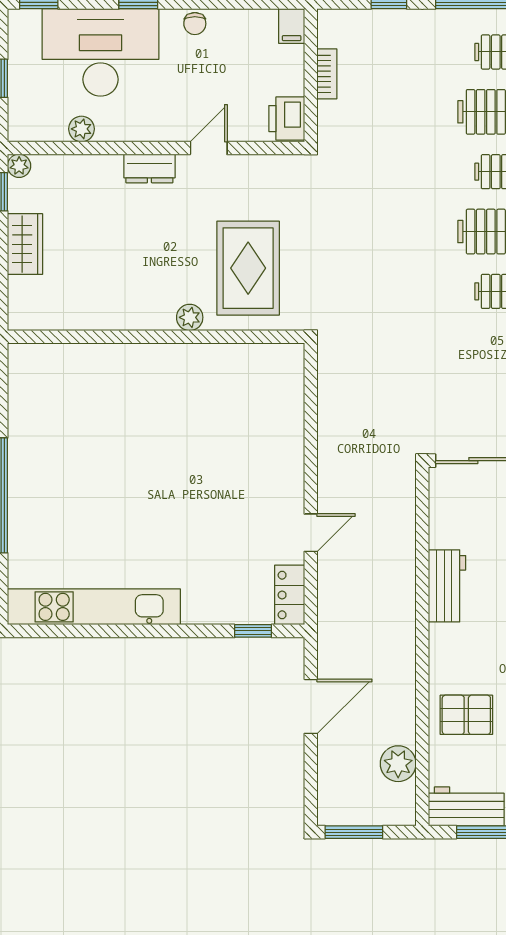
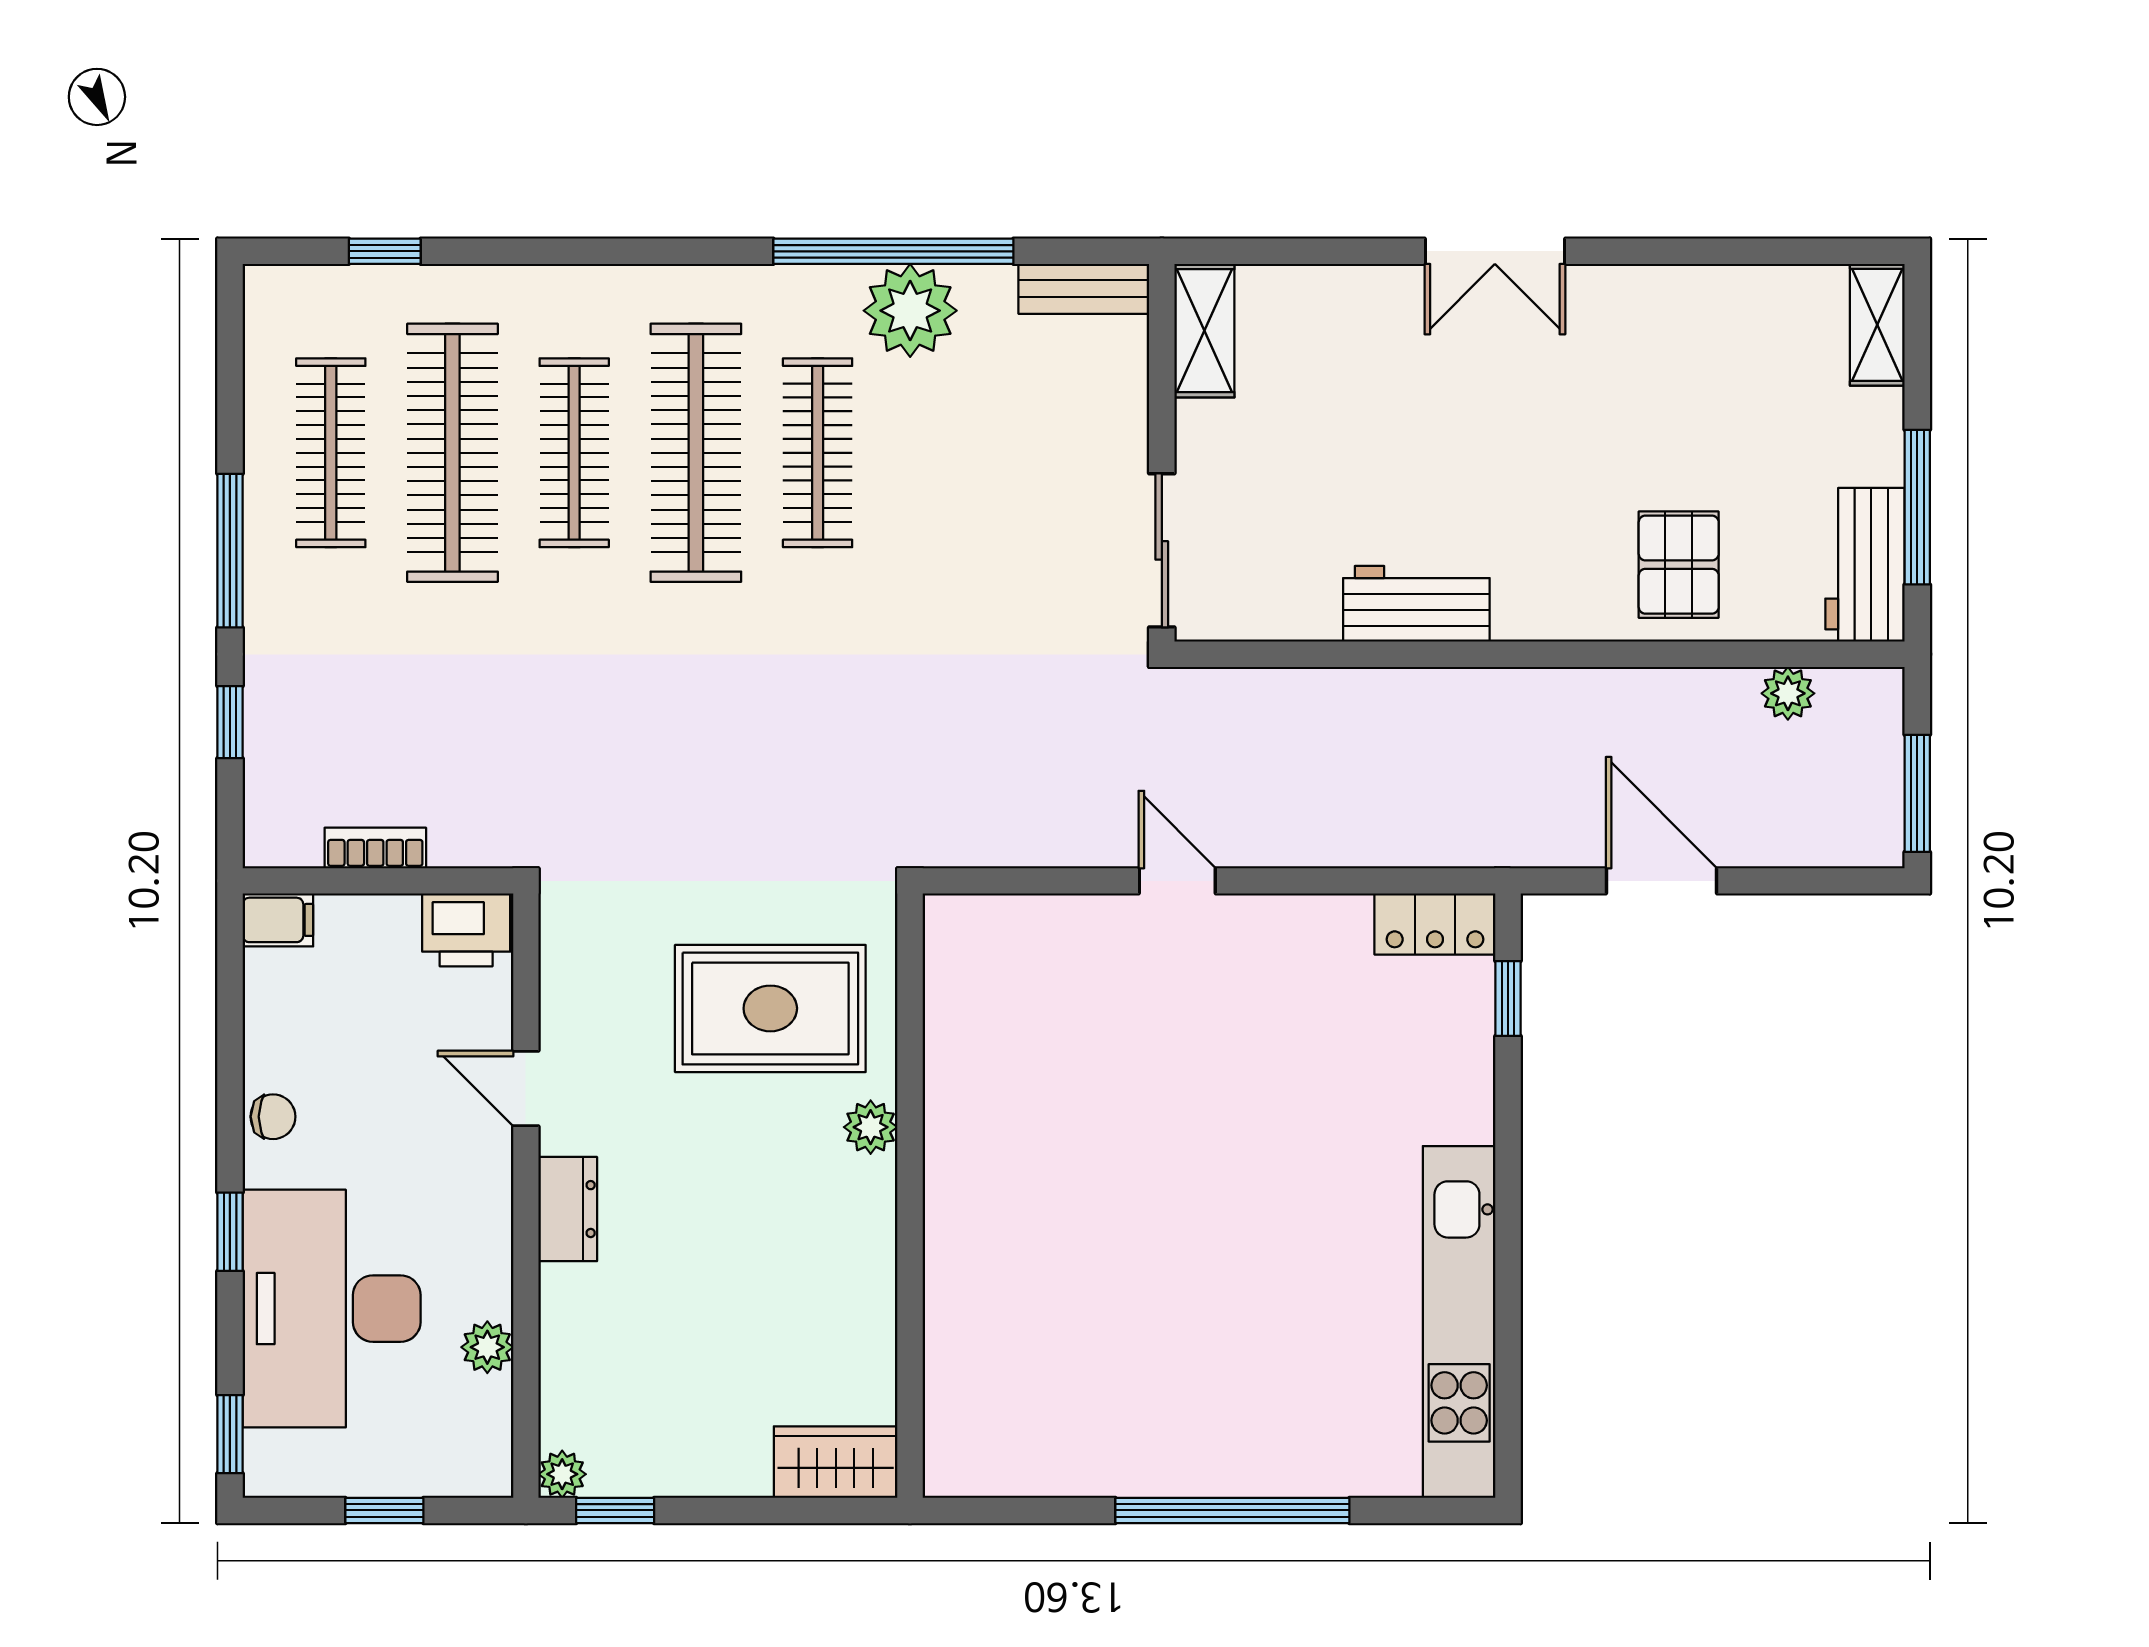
wardrobe: (25, 244) -> (836, 1462), moved
door: (311, 533) -> (1177, 881), moved
plant: (398, 764) -> (1788, 693), width x0.73, depth x0.73

